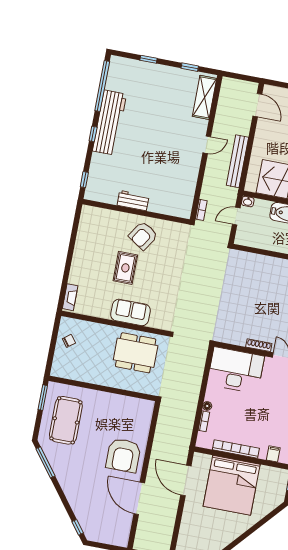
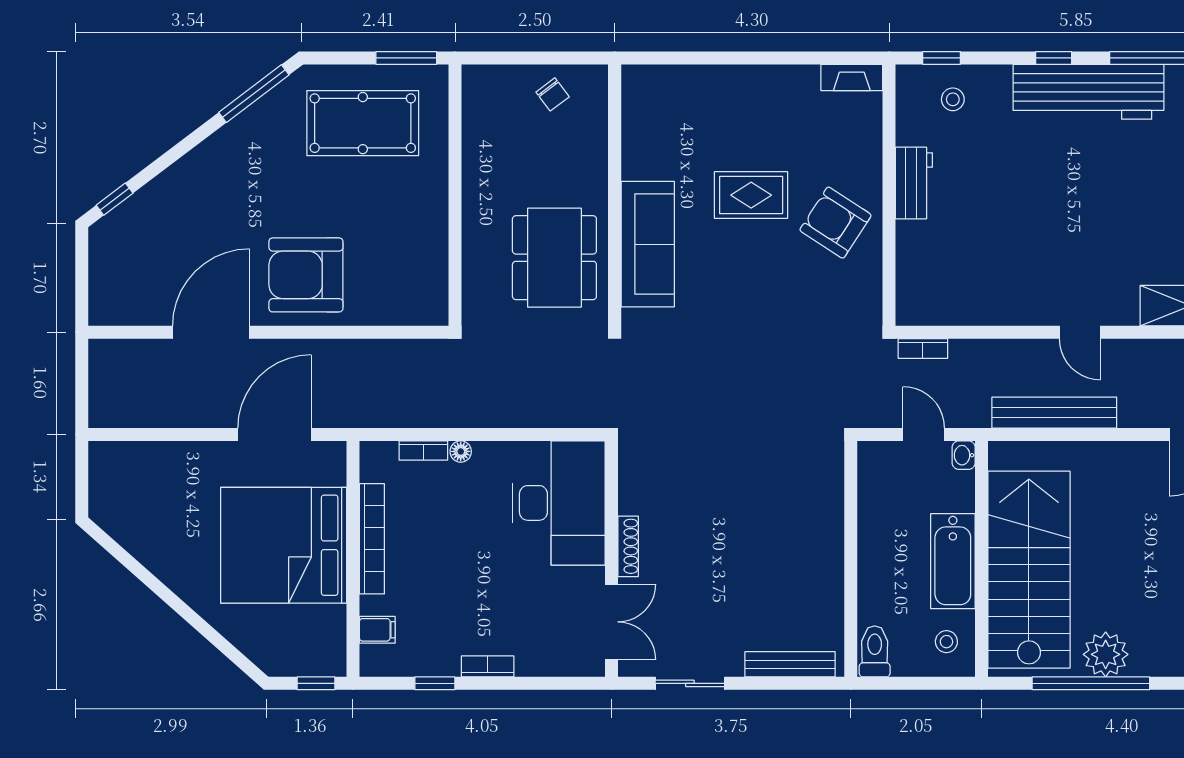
stool: (102, 178) -> (953, 99), added
fireplace: (70, 297) -> (852, 77), moved
sofa: (130, 312) -> (648, 244), width x1.36

